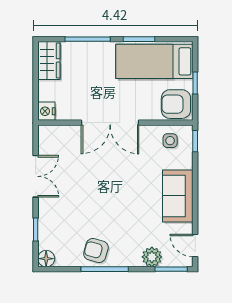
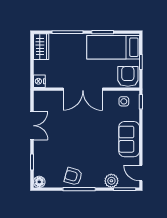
armchair: (176, 104) -> (128, 76), turned 90

